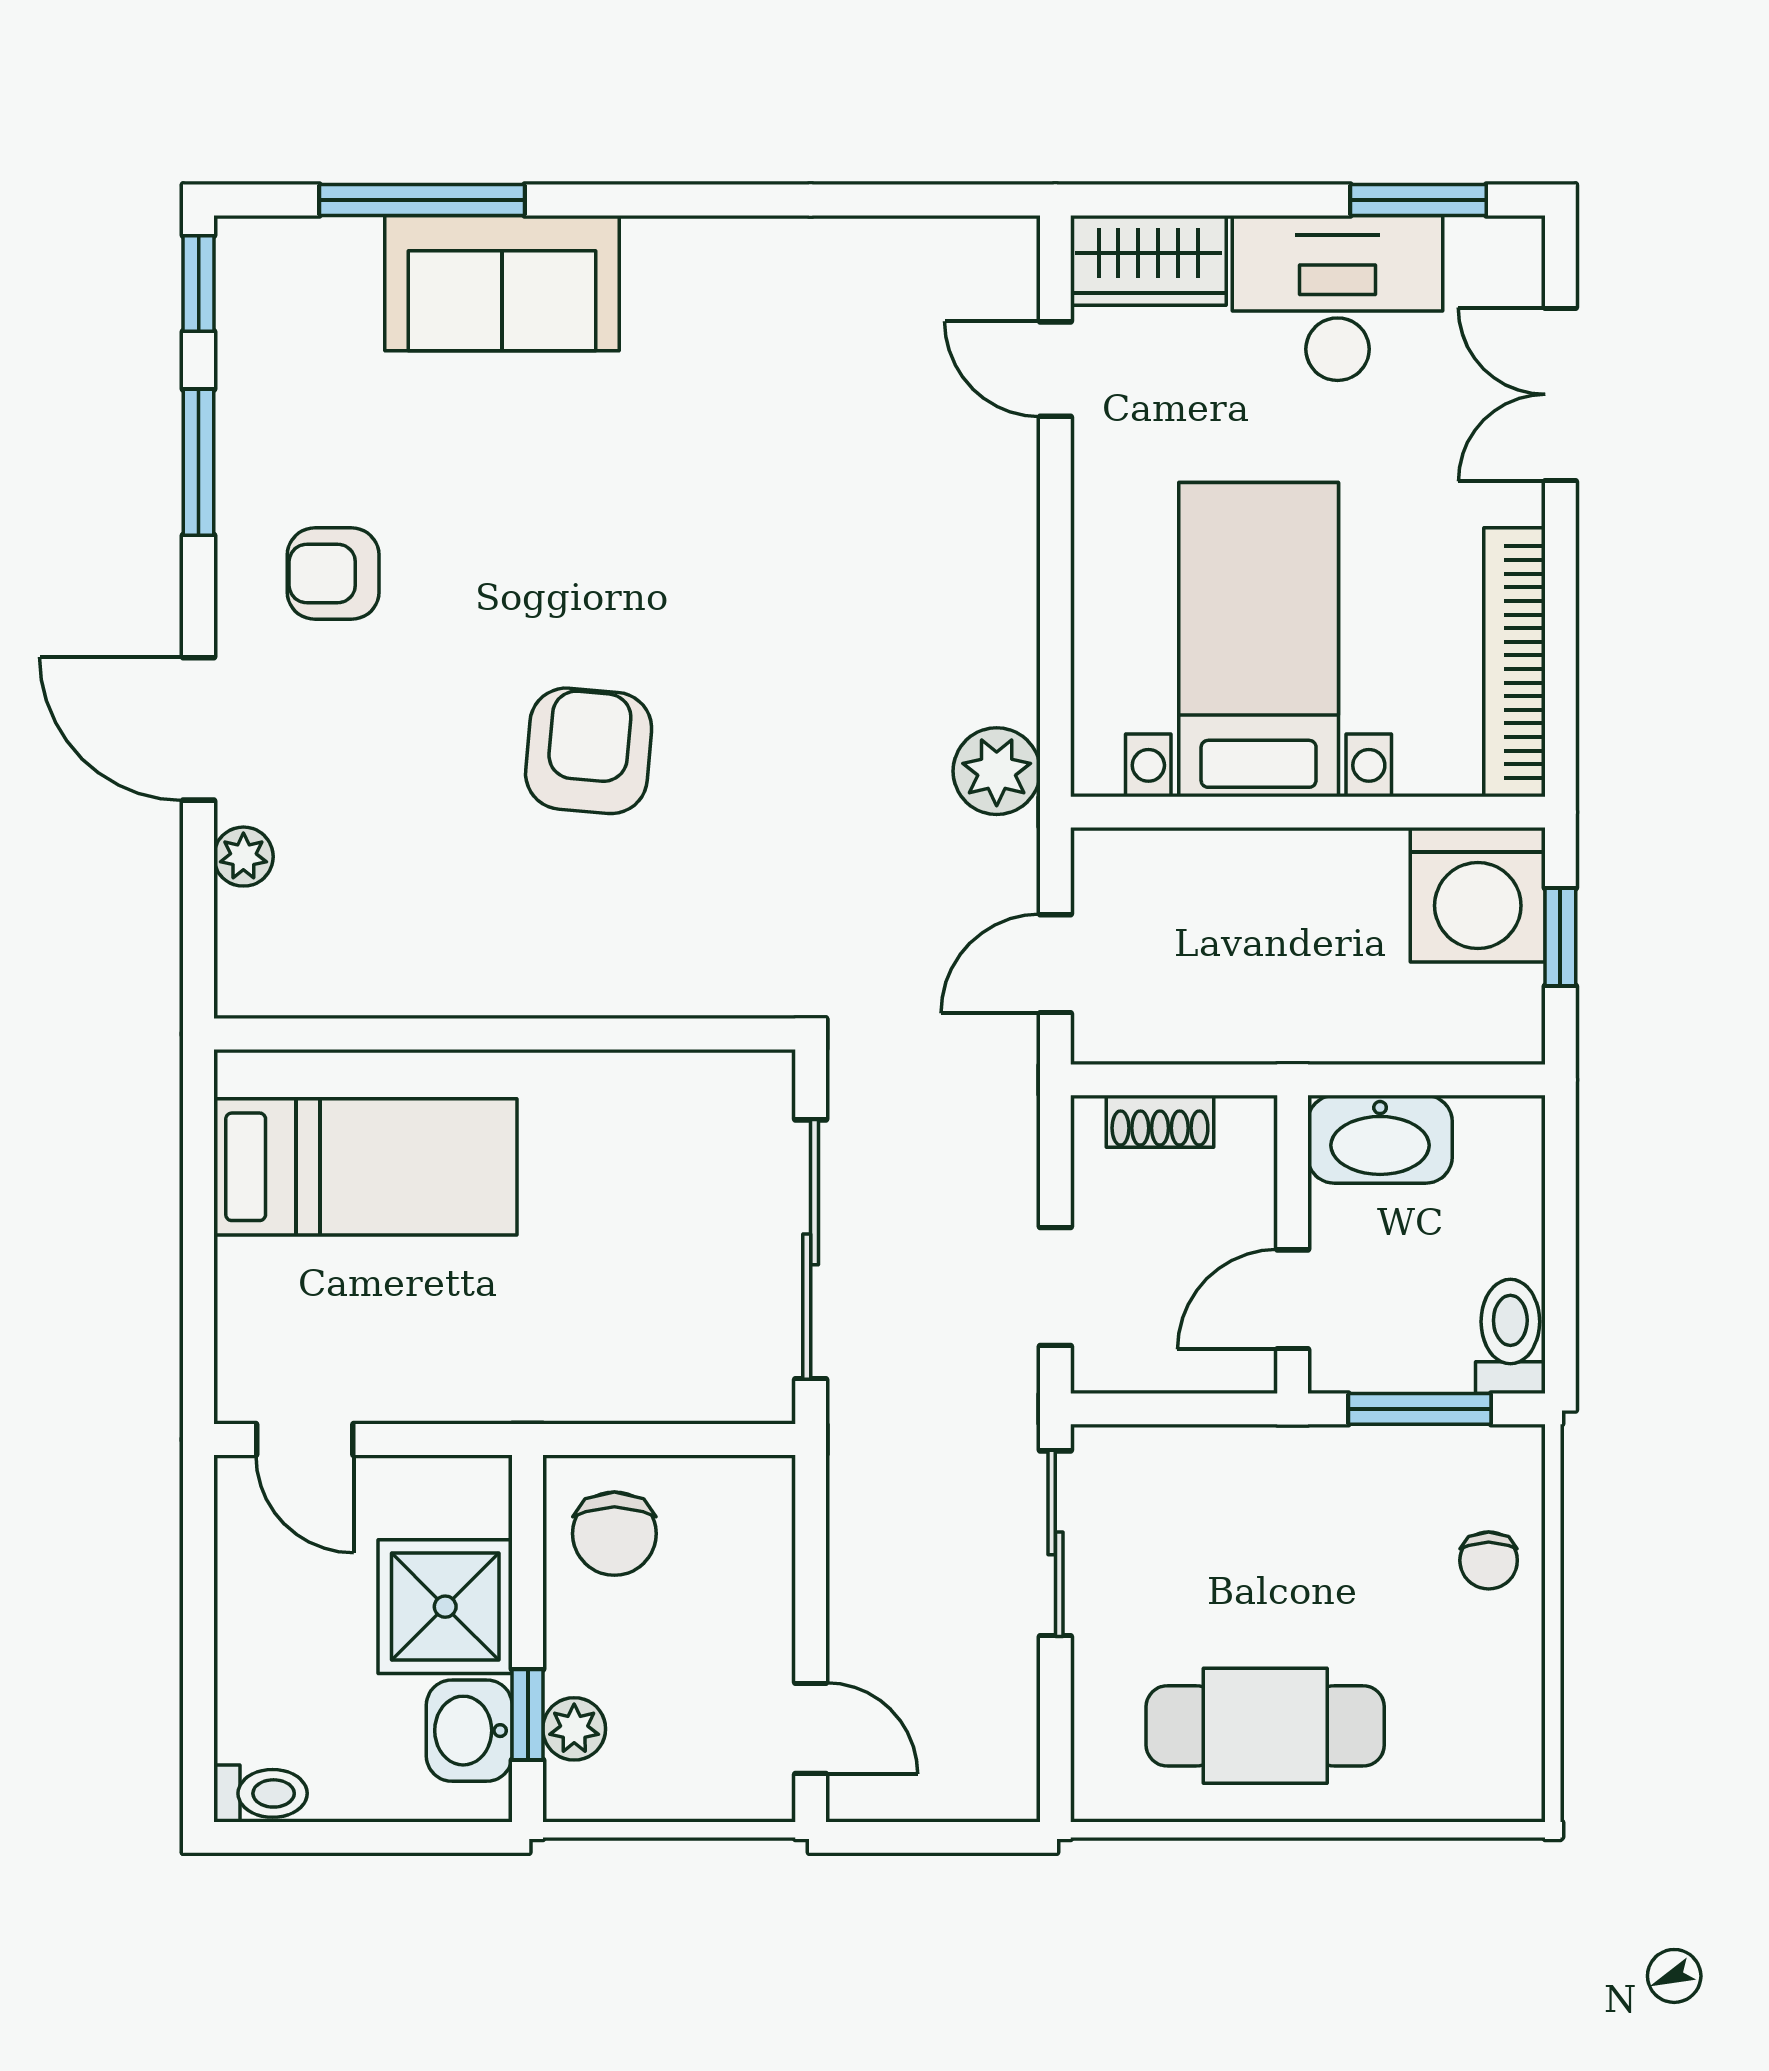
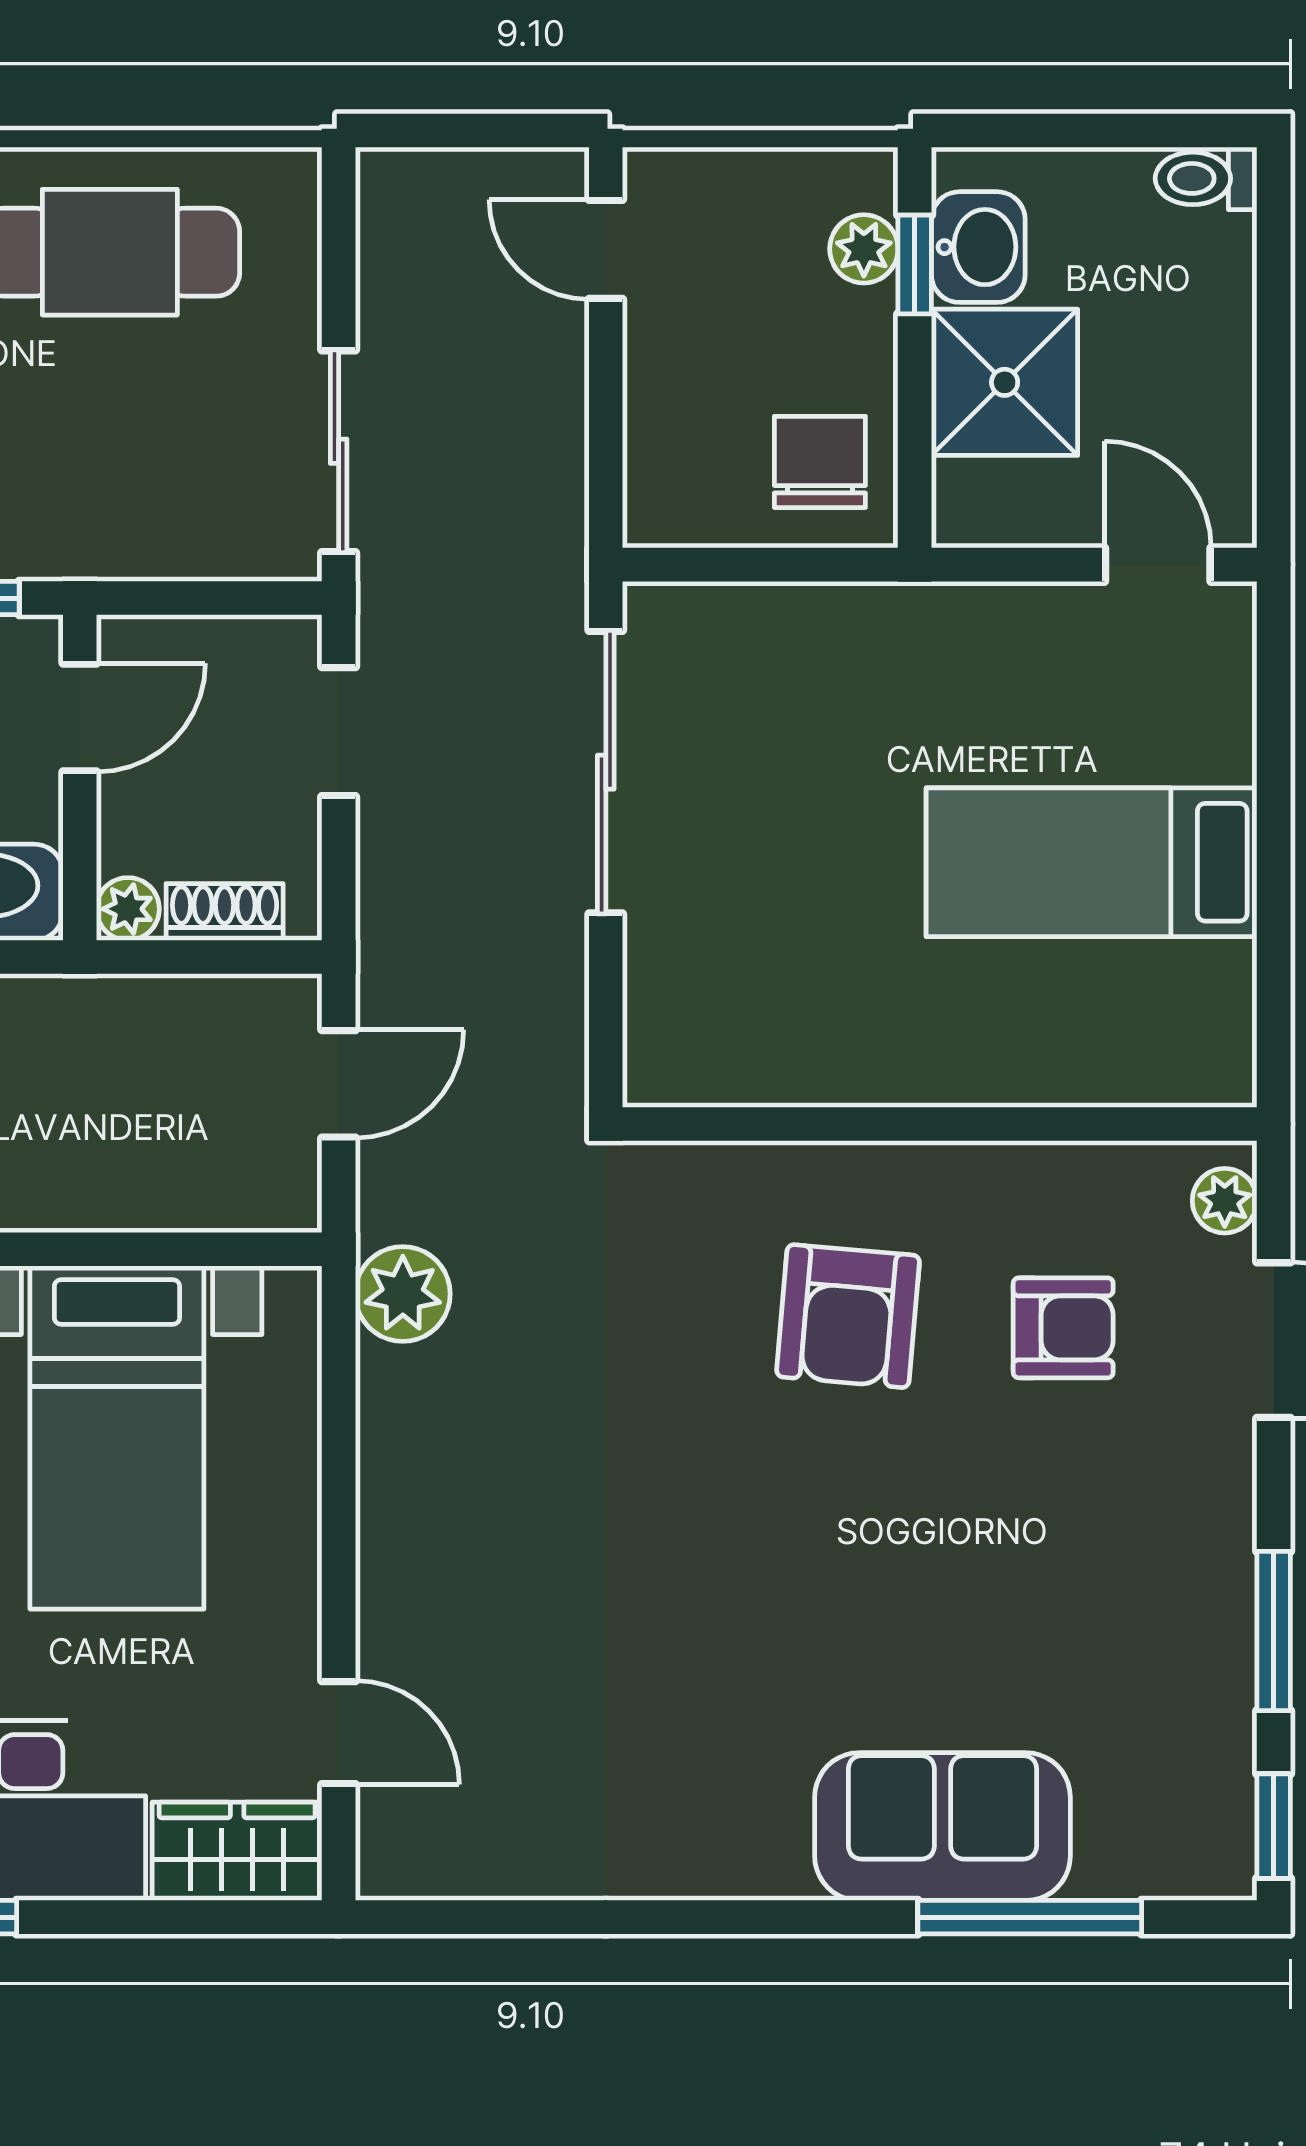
armchair: (333, 574) -> (1063, 1328), moved
wall: (505, 1034) -> (940, 1124), moved
plant: (1249, 1124) -> (128, 909), added

